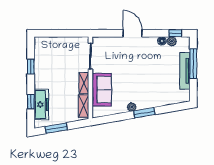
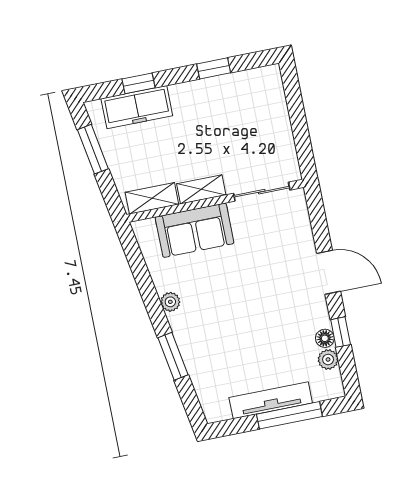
door: (133, 33) -> (329, 272), hinge flipped
window: (175, 33) -> (341, 332), moved
window: (144, 113) -> (173, 356), moved

